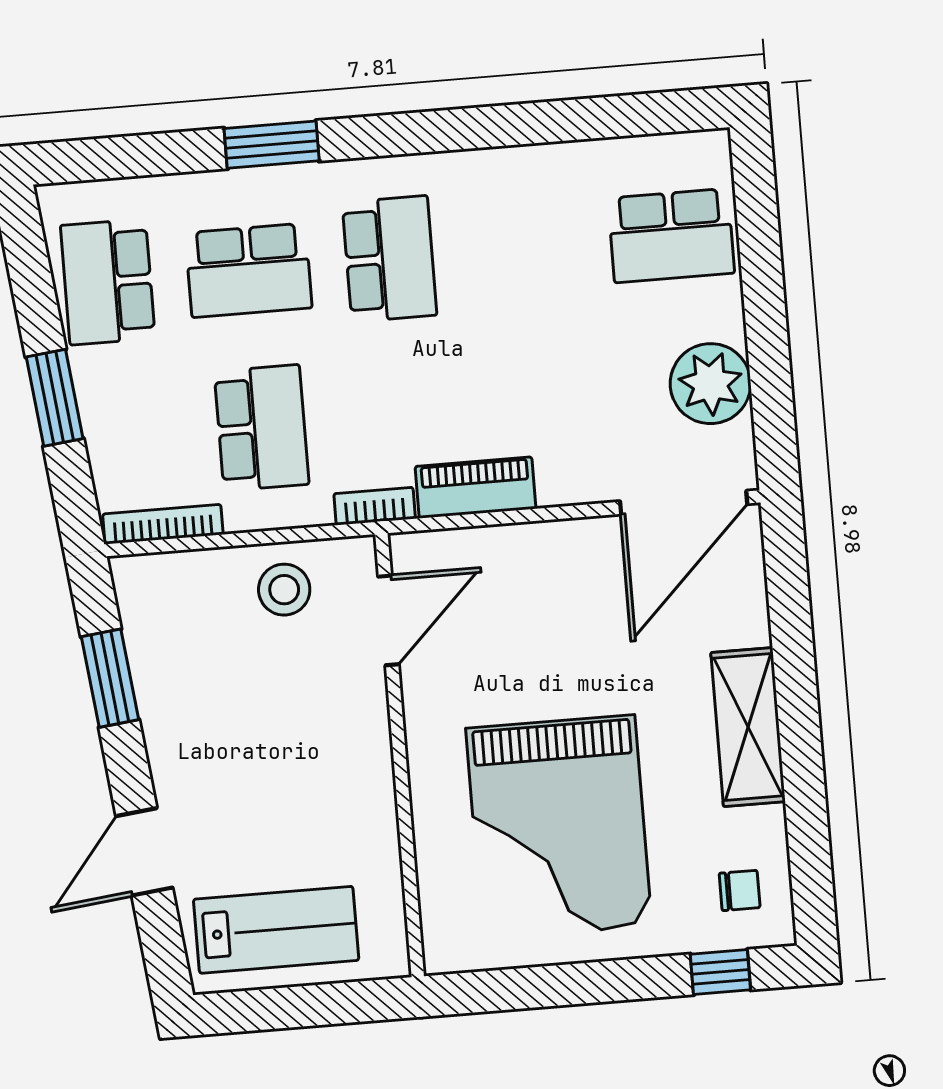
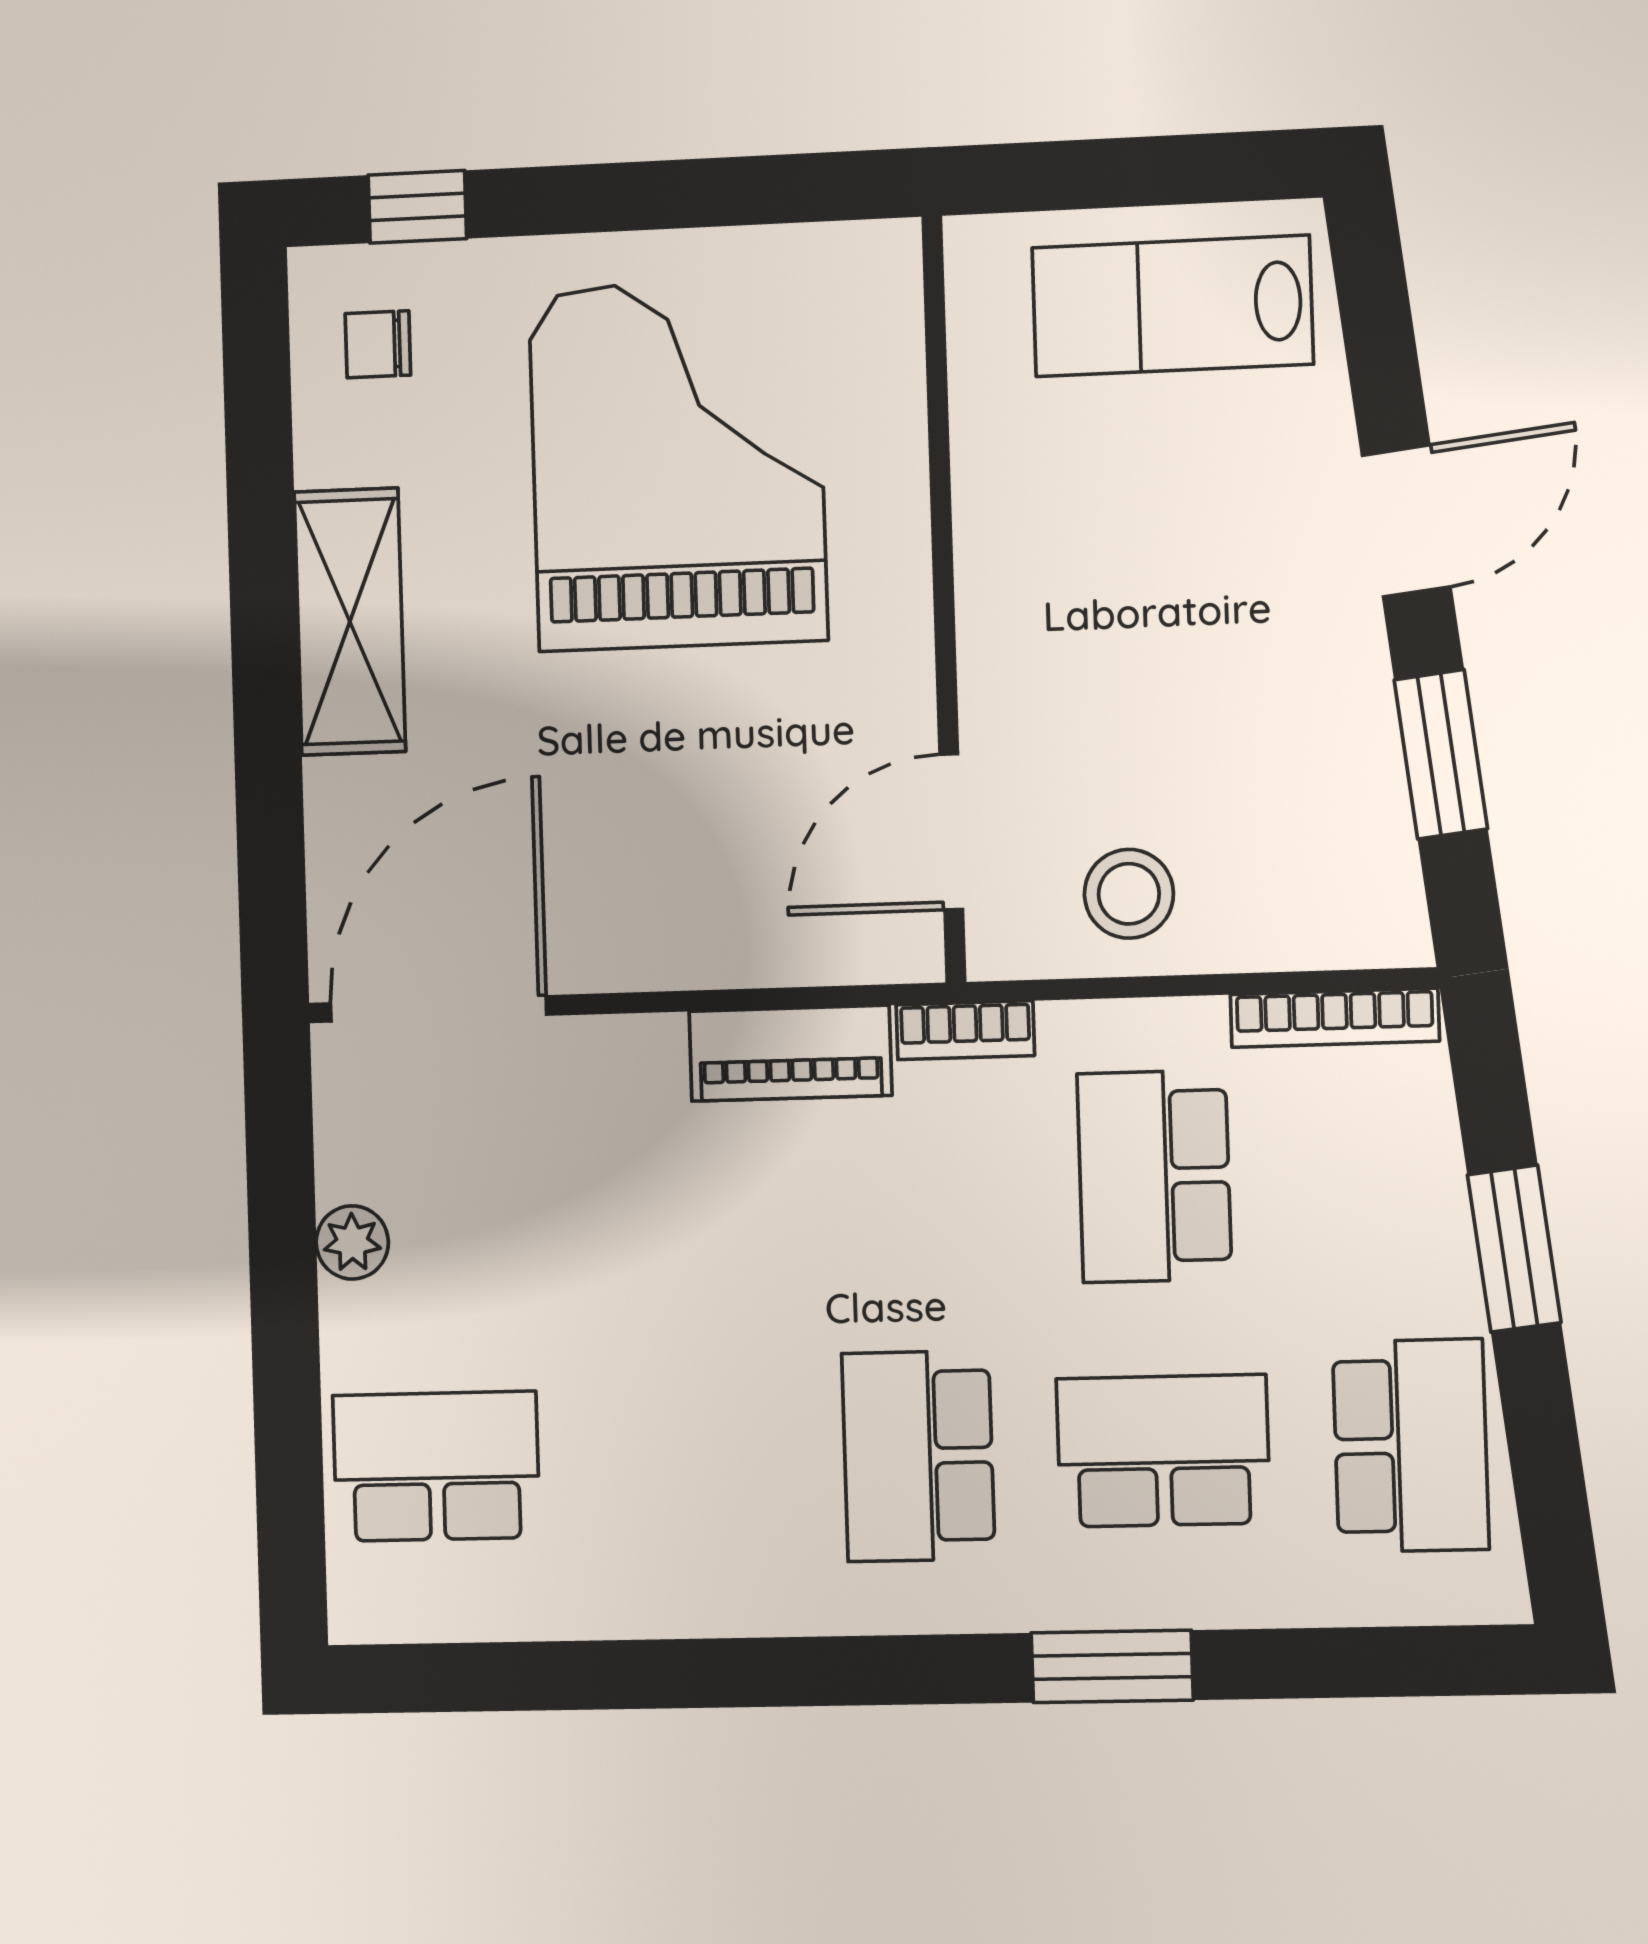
plant: (710, 384) -> (352, 1242), width x0.53, depth x0.53
door: (144, 852) -> (1406, 521), moved

